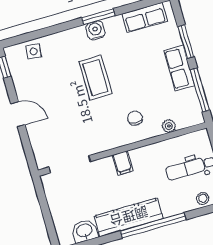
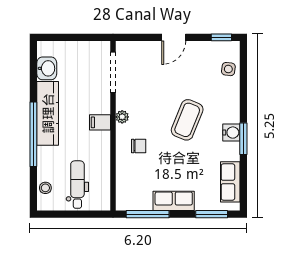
window: (186, 42) -> (212, 214), moved
coffee table: (96, 78) -> (187, 120), turned -68
plant: (169, 126) -> (122, 117), moved

